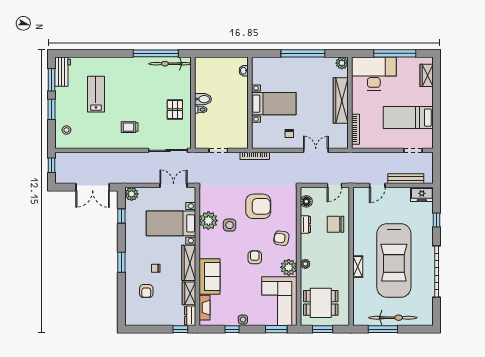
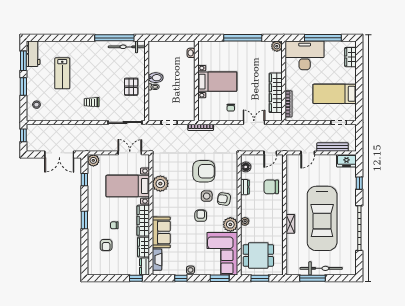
lab bench: (96, 94) -> (62, 73), turned 180
wardrobe: (341, 100) -> (276, 93), moved
side table: (230, 225) -> (207, 196), moved

